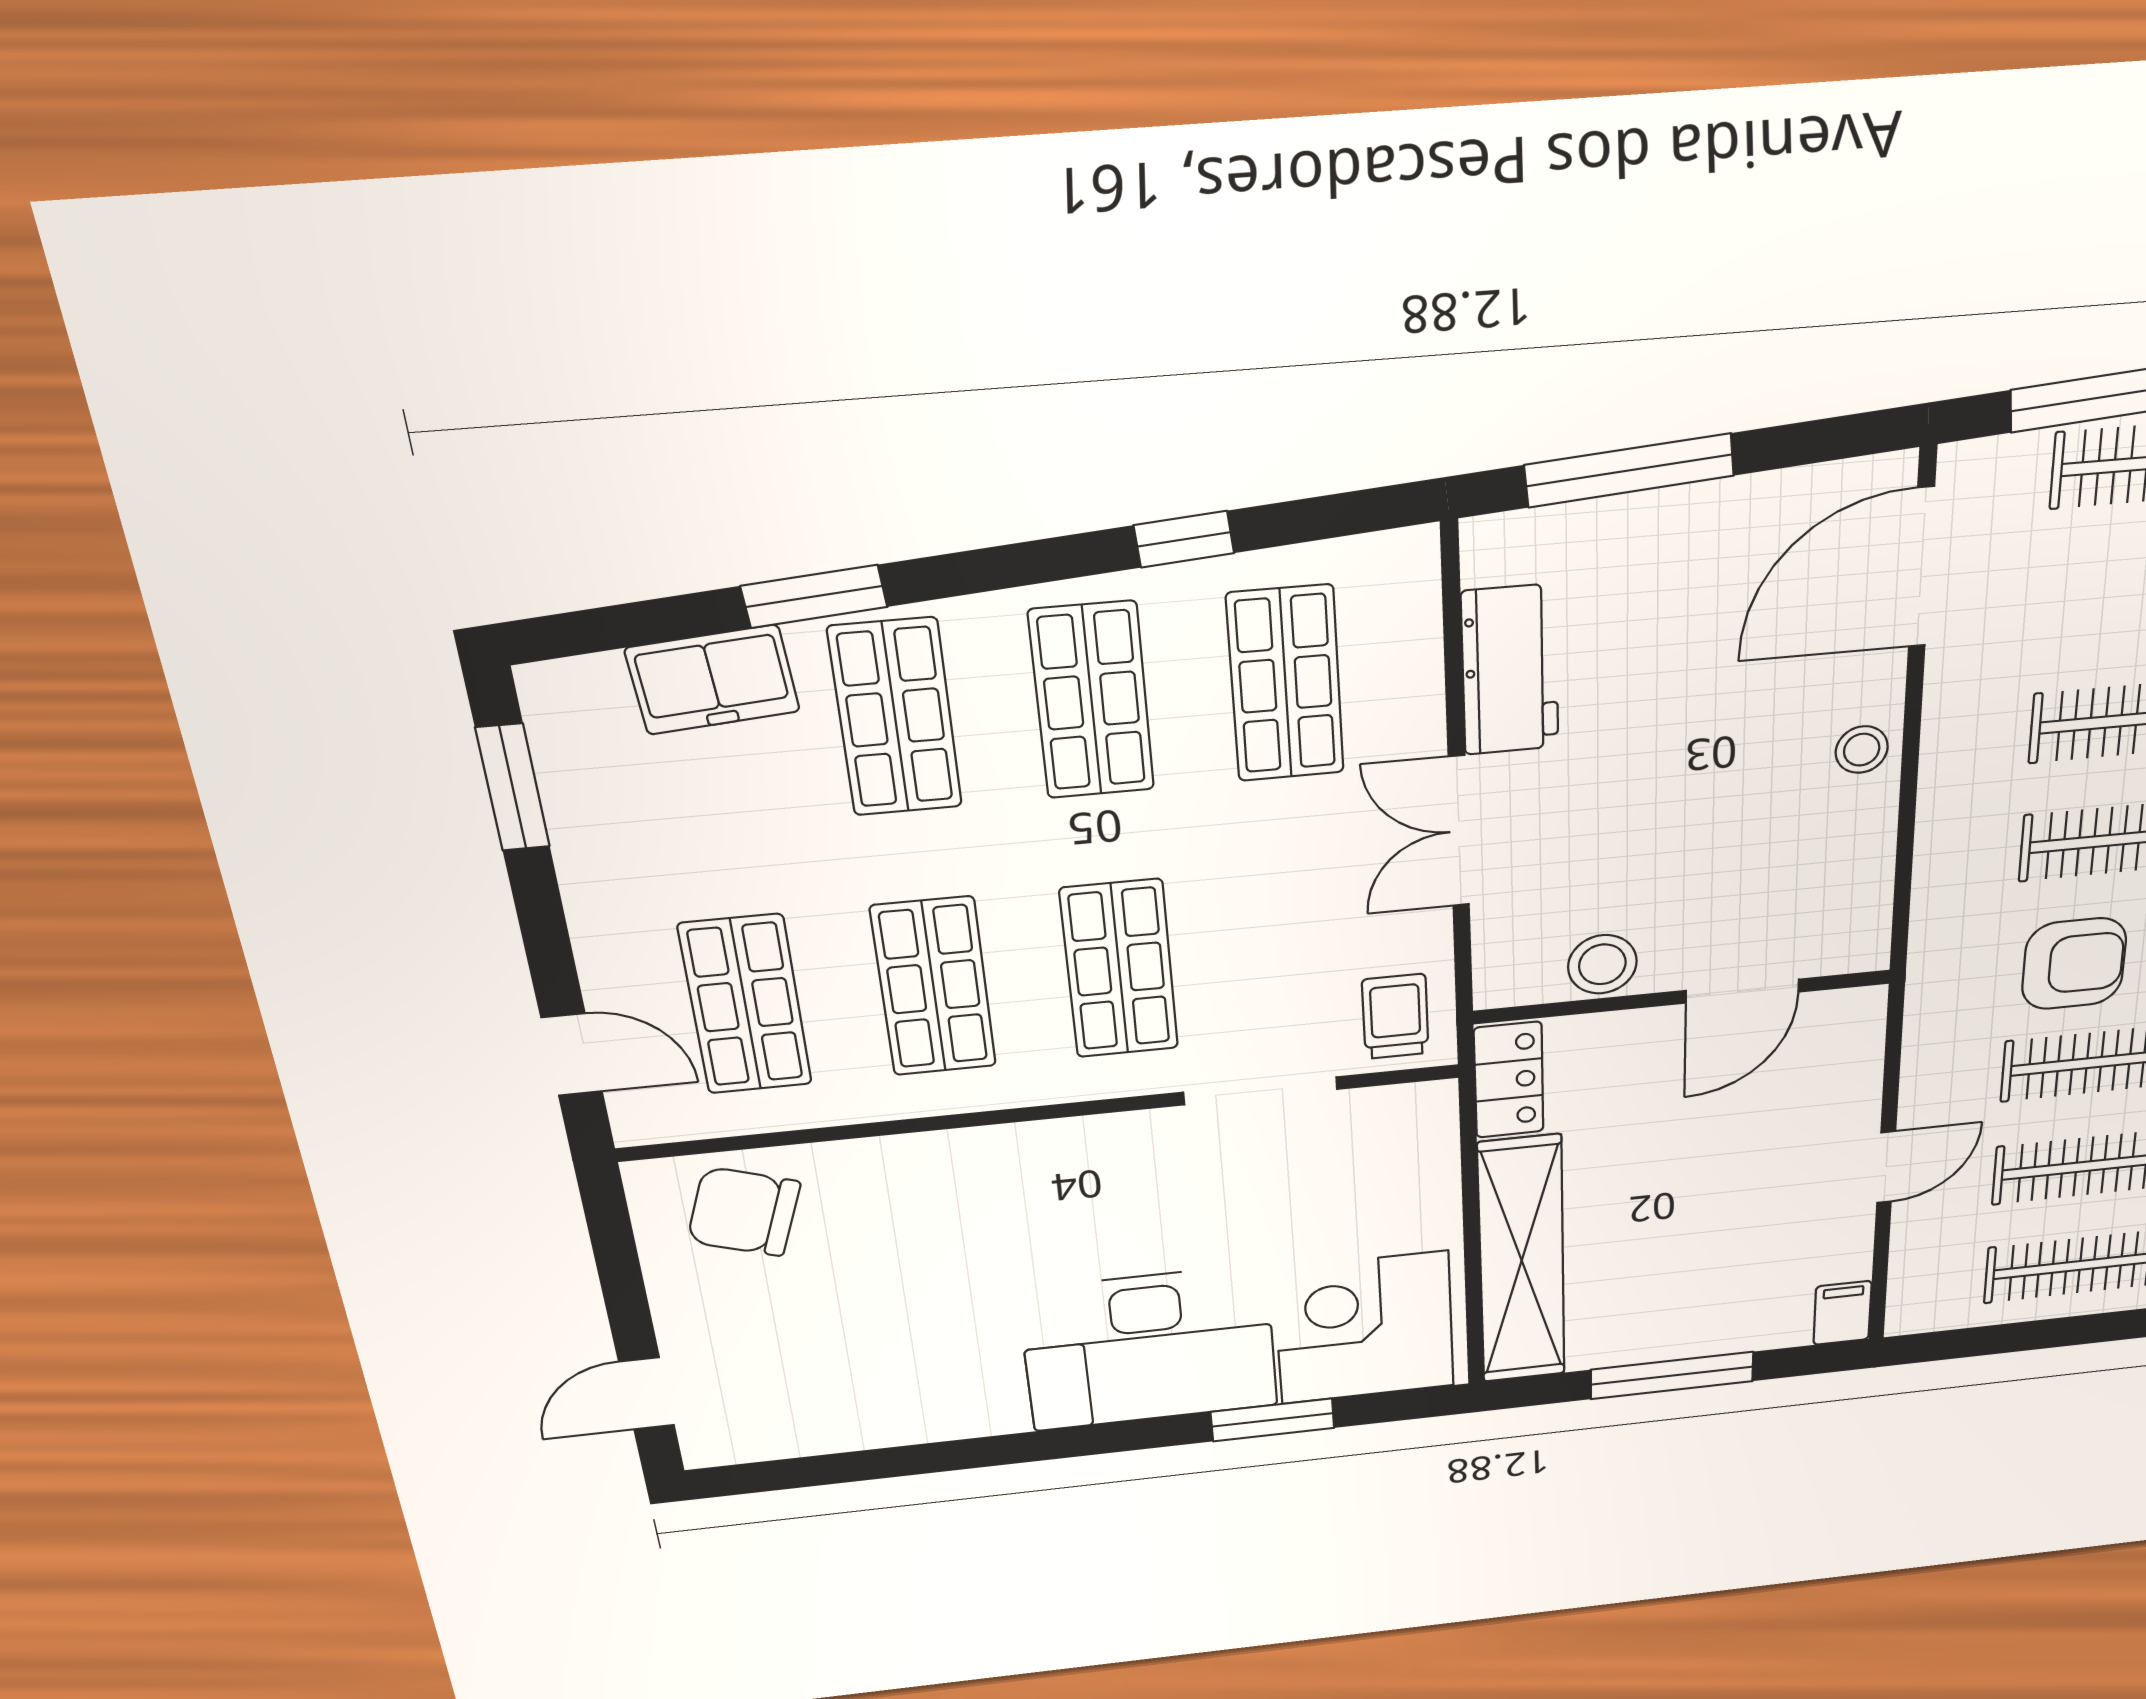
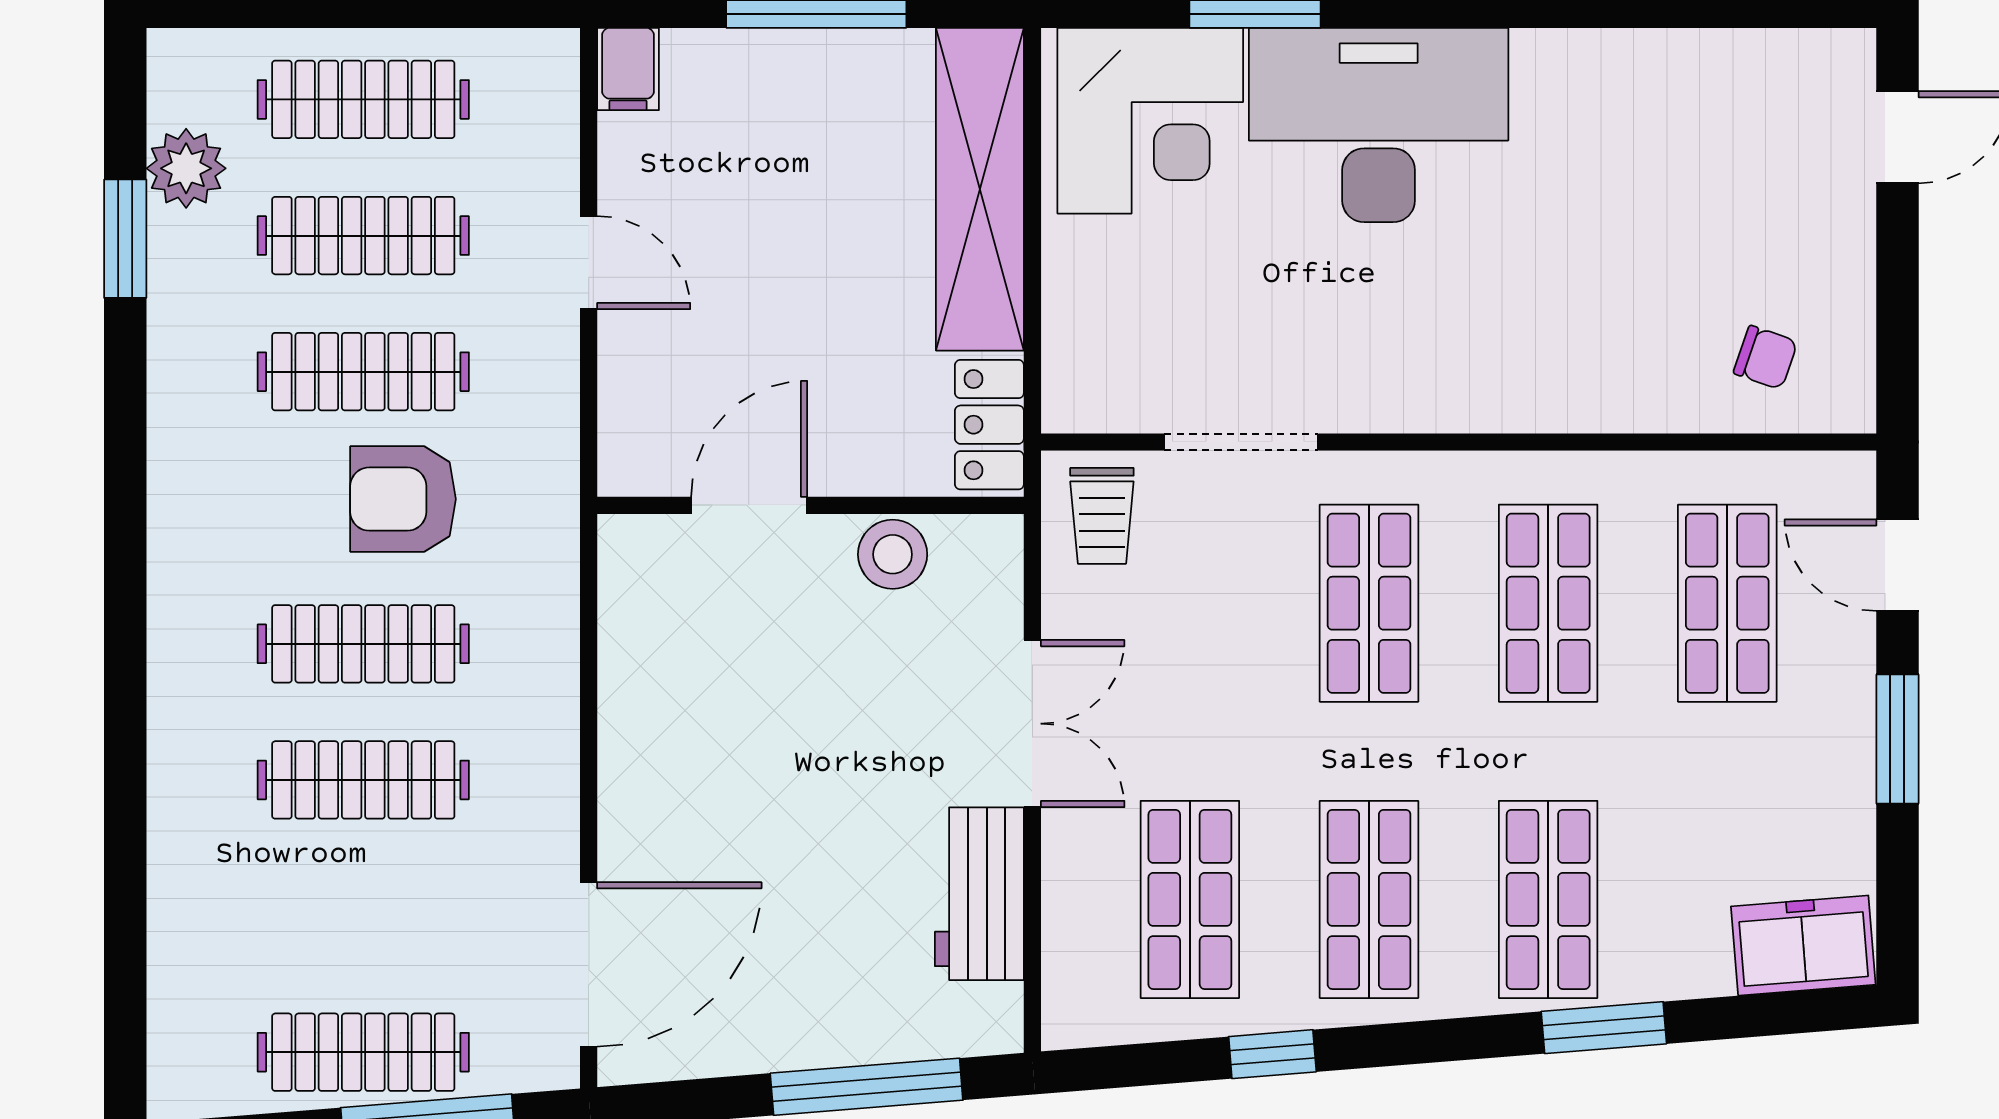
freezer: (713, 680) -> (1803, 946), moved
stool: (1862, 750) -> (638, 774), removed
window: (513, 787) -> (1897, 739), moved
door: (1886, 1167) -> (589, 263), swing flipped
chair: (744, 1212) -> (1765, 357), width x0.54, depth x0.54

